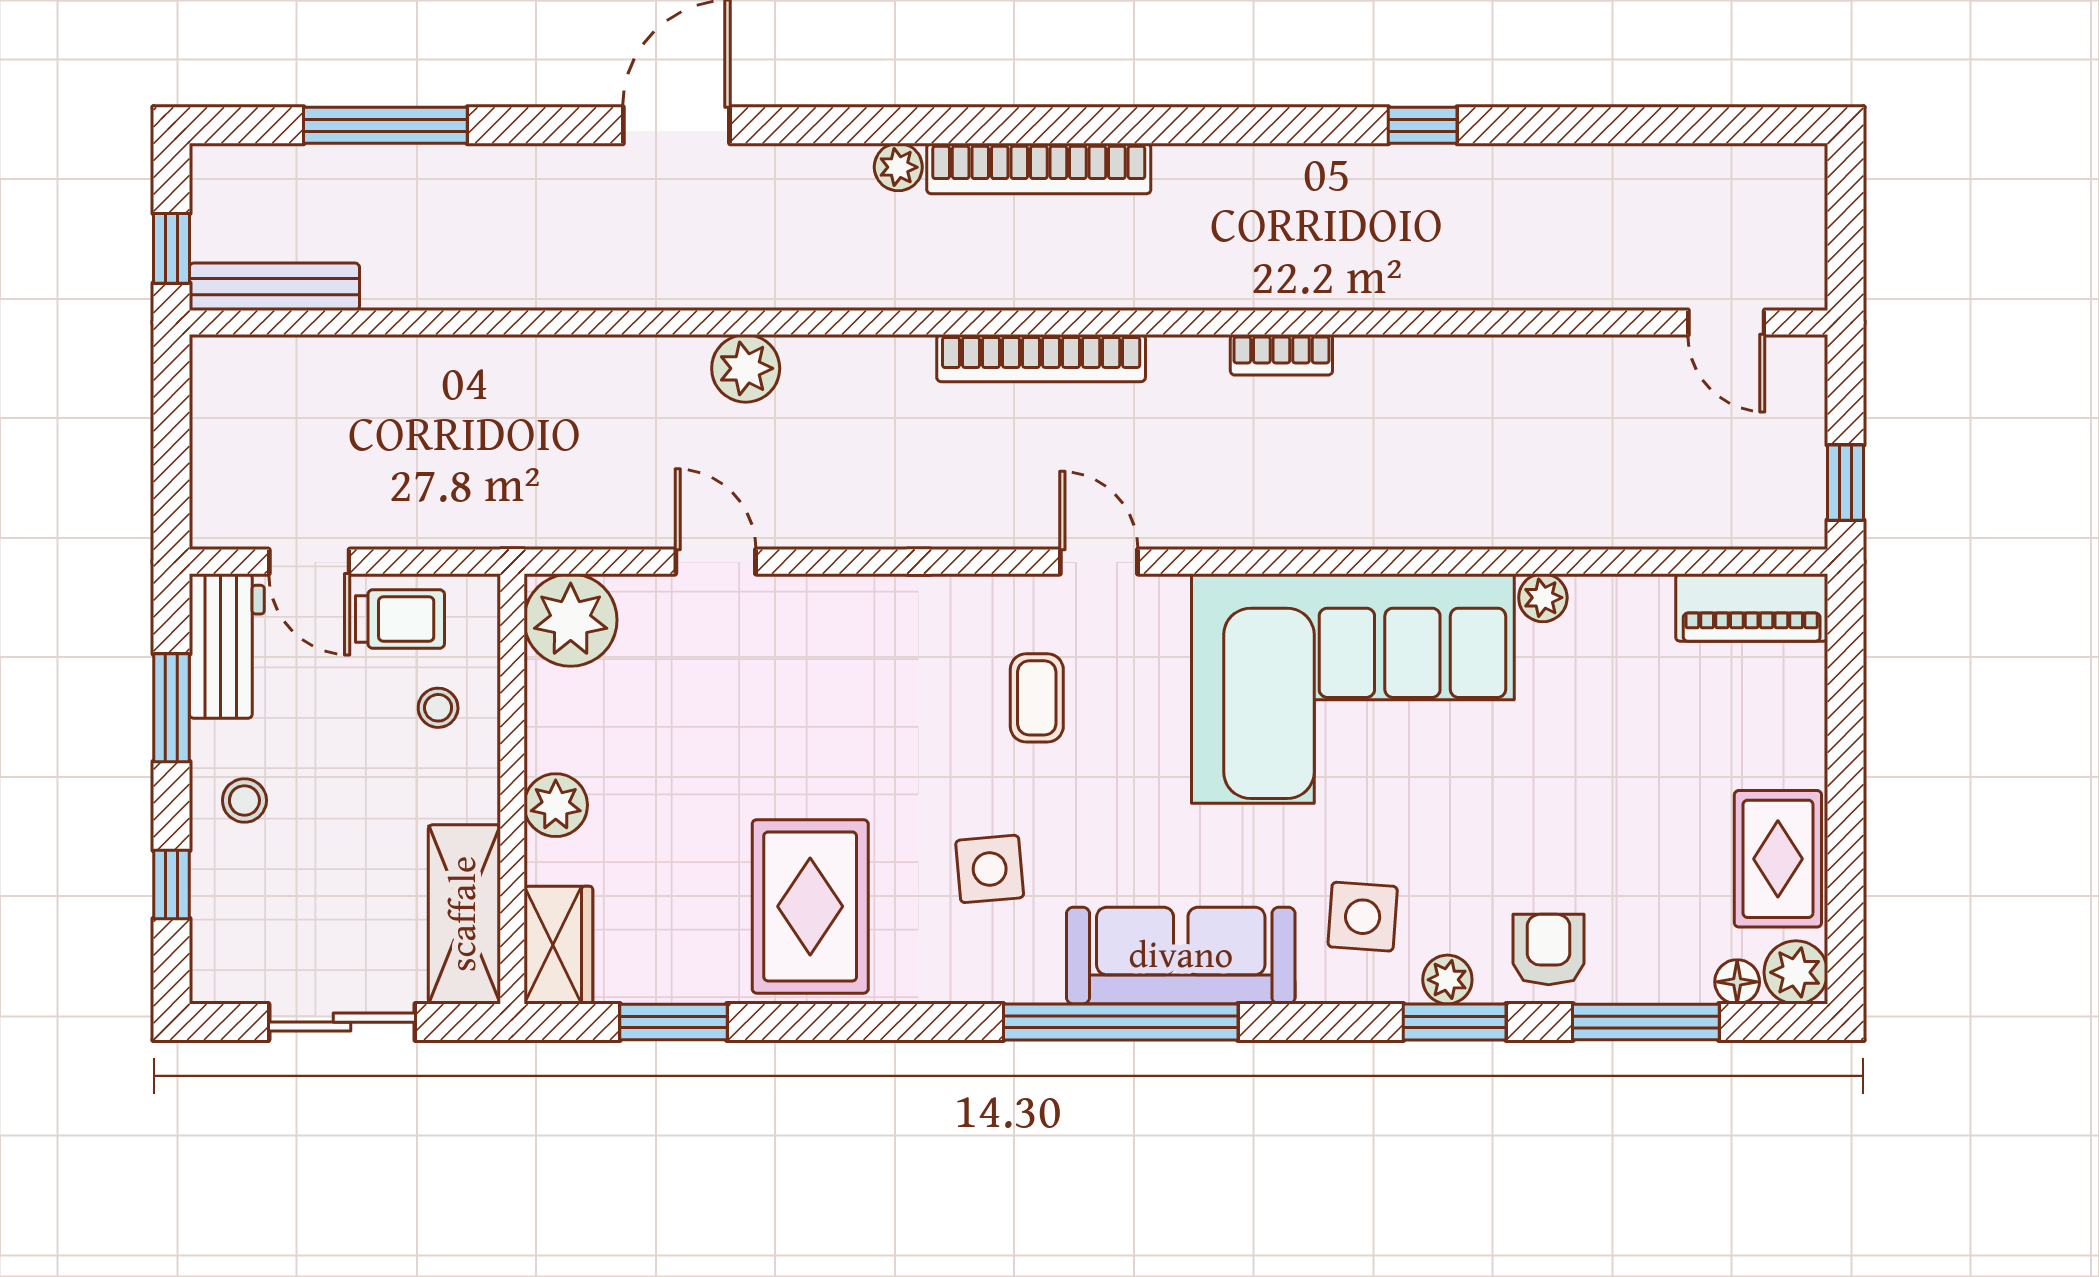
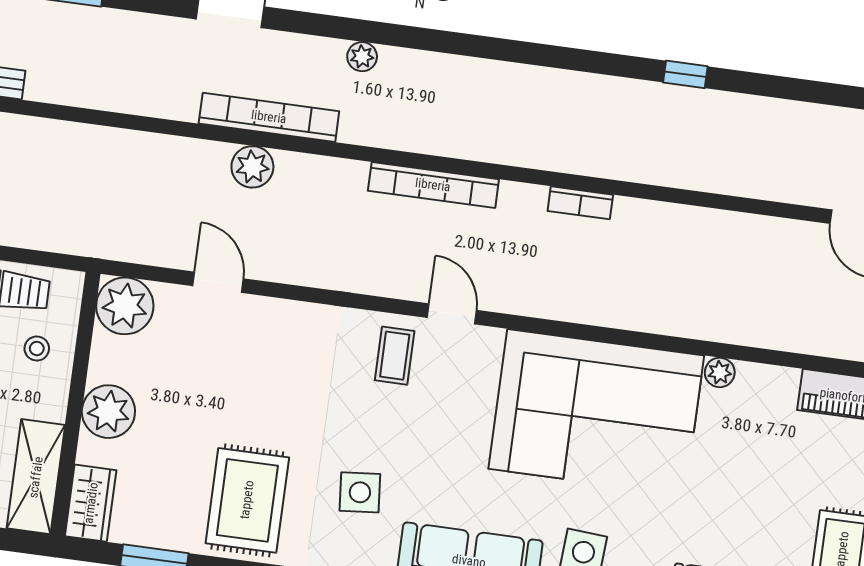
bookcase: (1039, 169) -> (269, 117), moved, turned 180
coffee table: (1037, 698) -> (395, 356), moved
plant: (556, 805) -> (108, 412), width x1.36, depth x1.36

